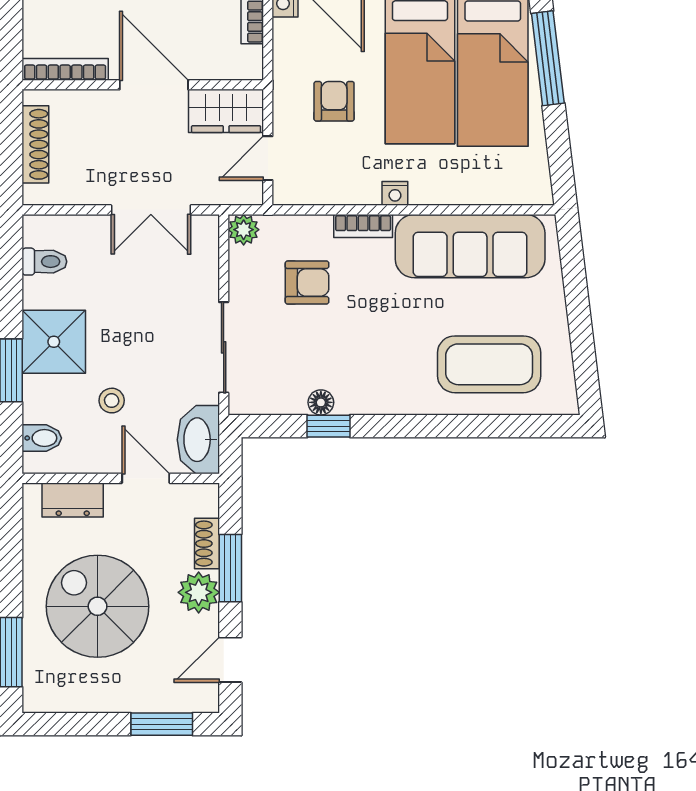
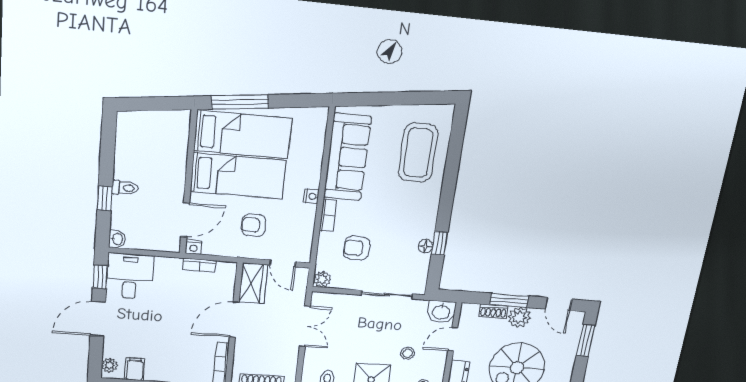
armchair: (307, 283) -> (357, 248), turned -90
washbasin: (198, 440) -> (441, 312), width x0.72

